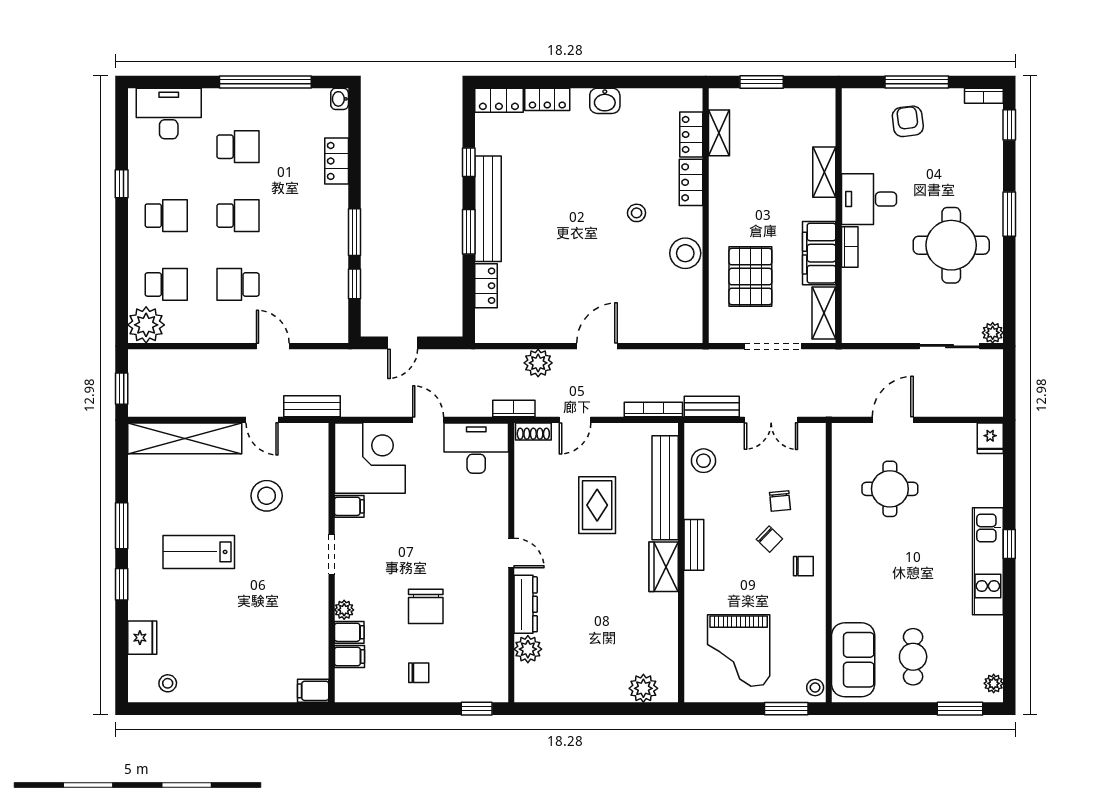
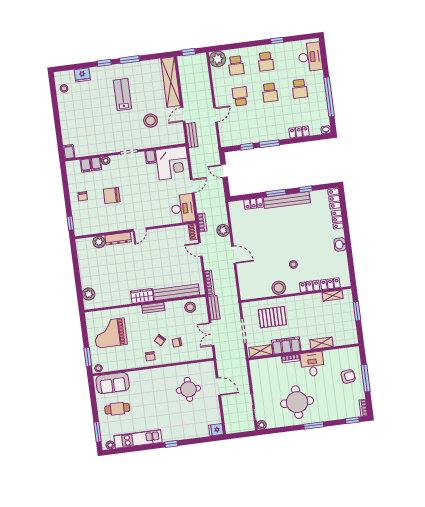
rug: (597, 505) -> (165, 264), removed
kitchen unit: (988, 561) -> (138, 439), moved

